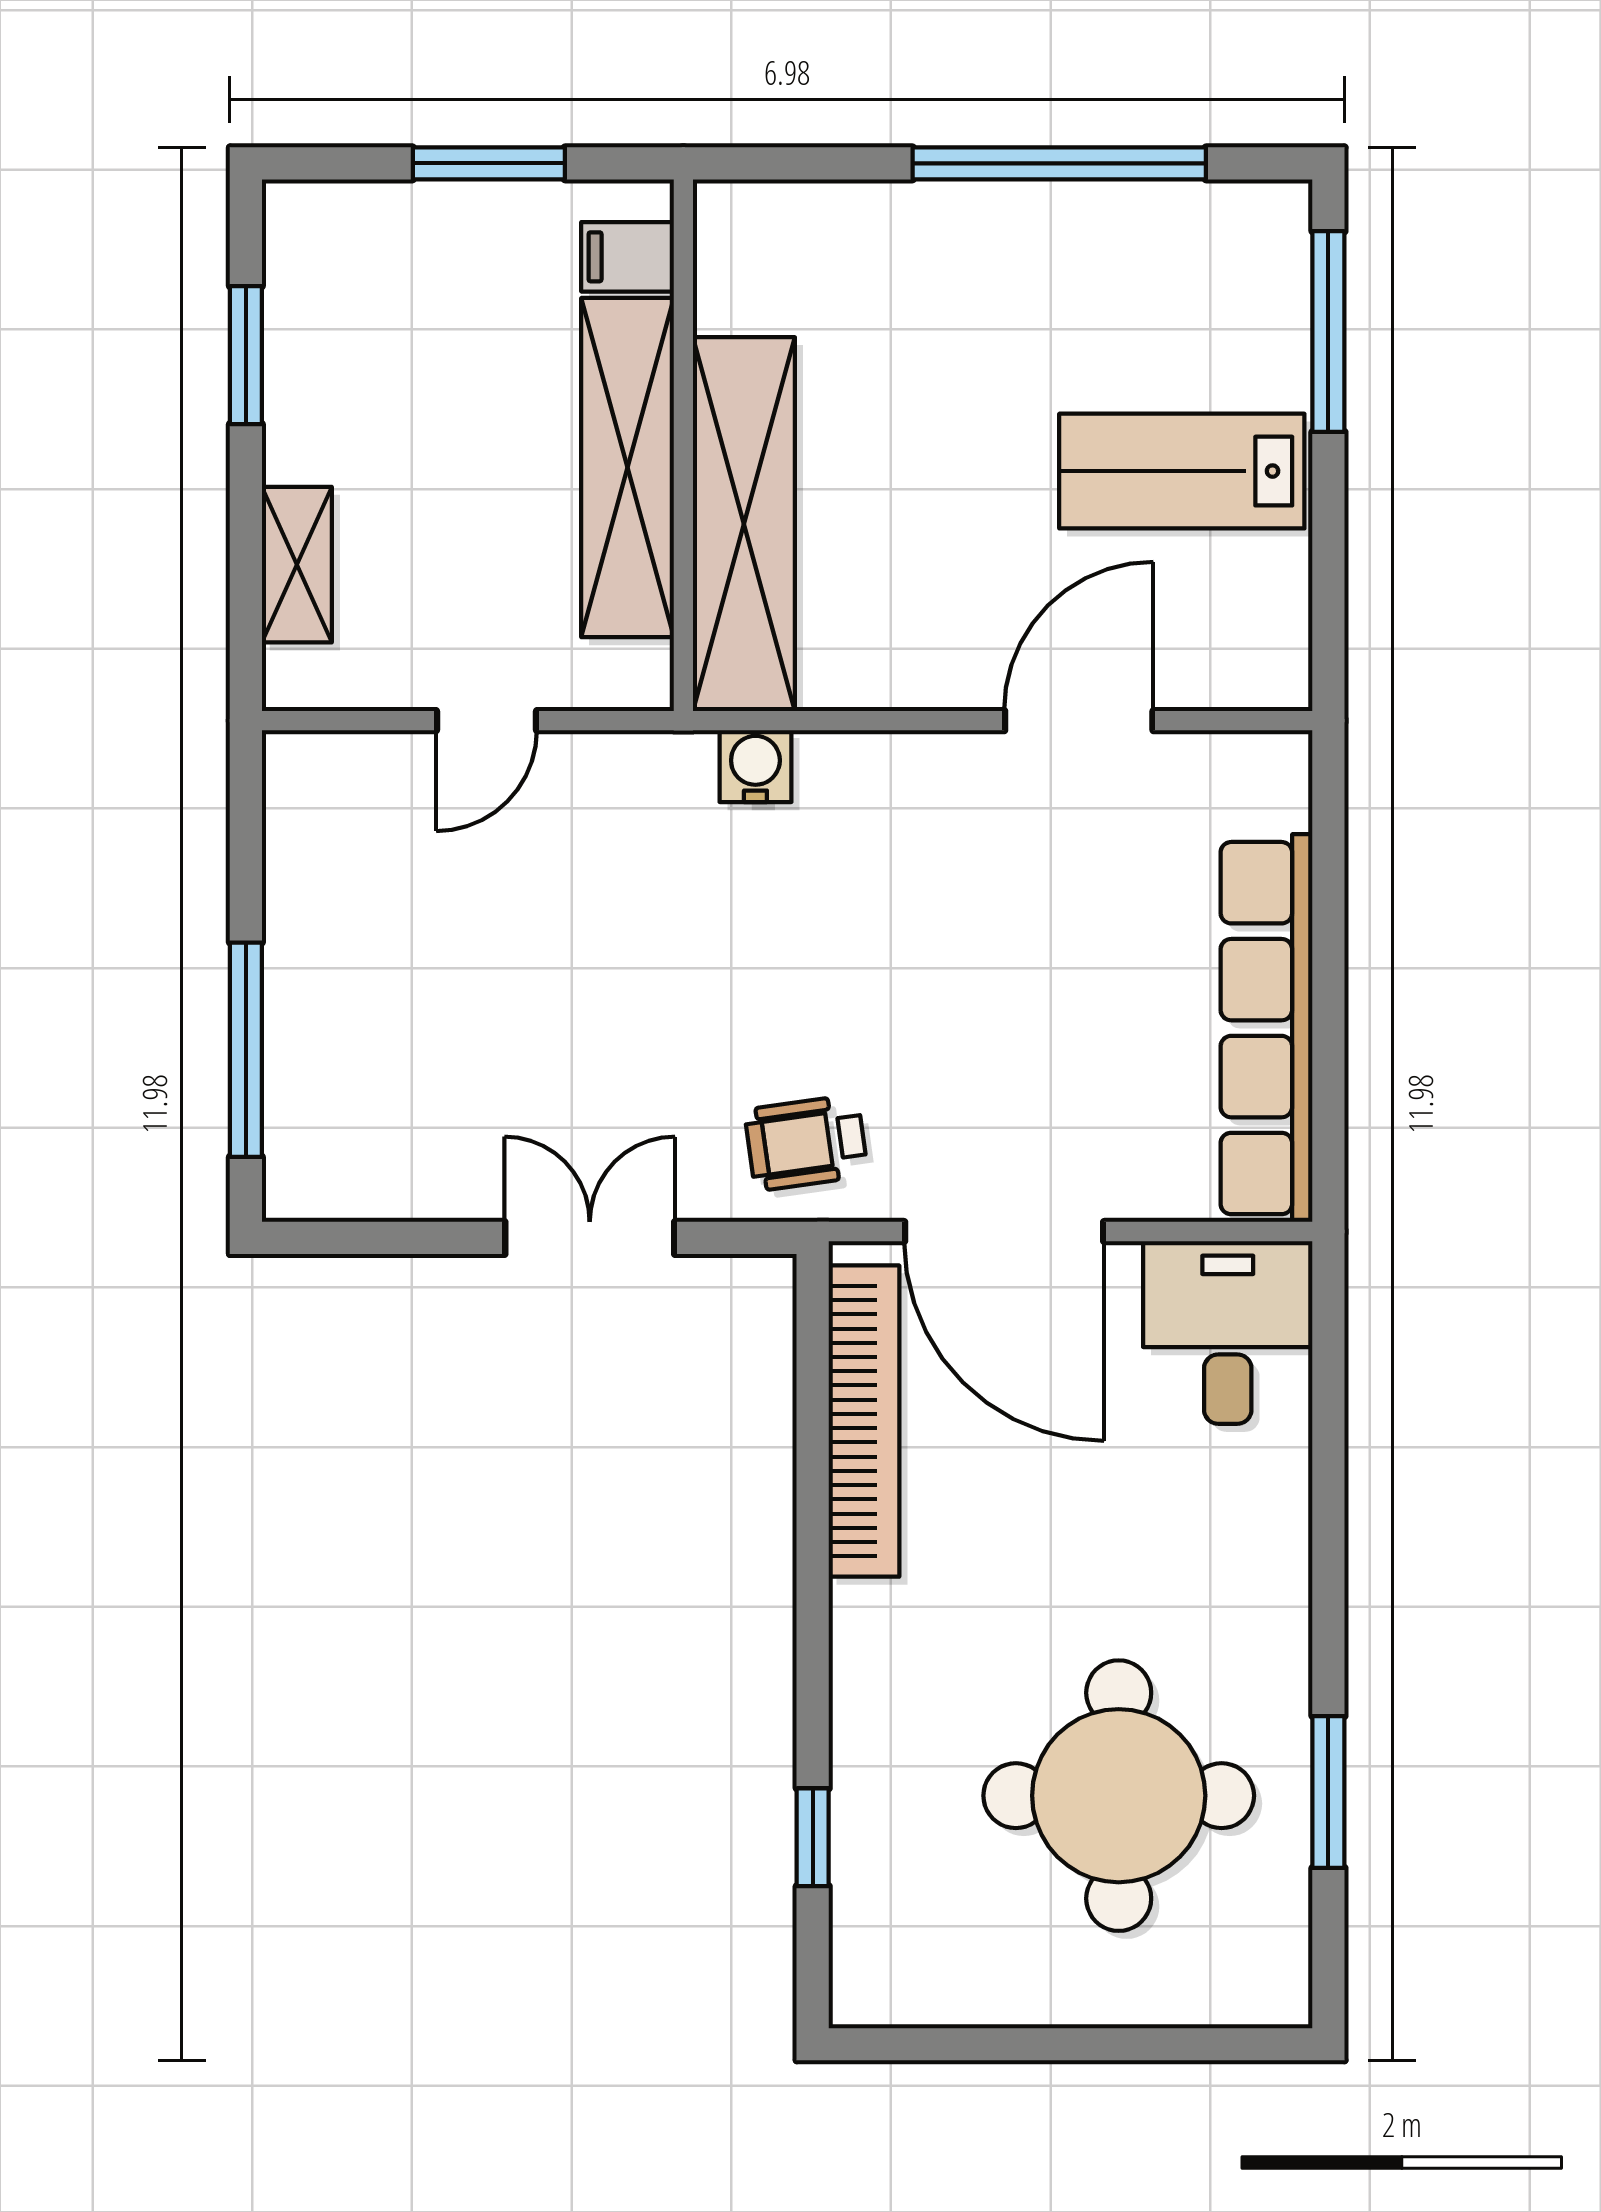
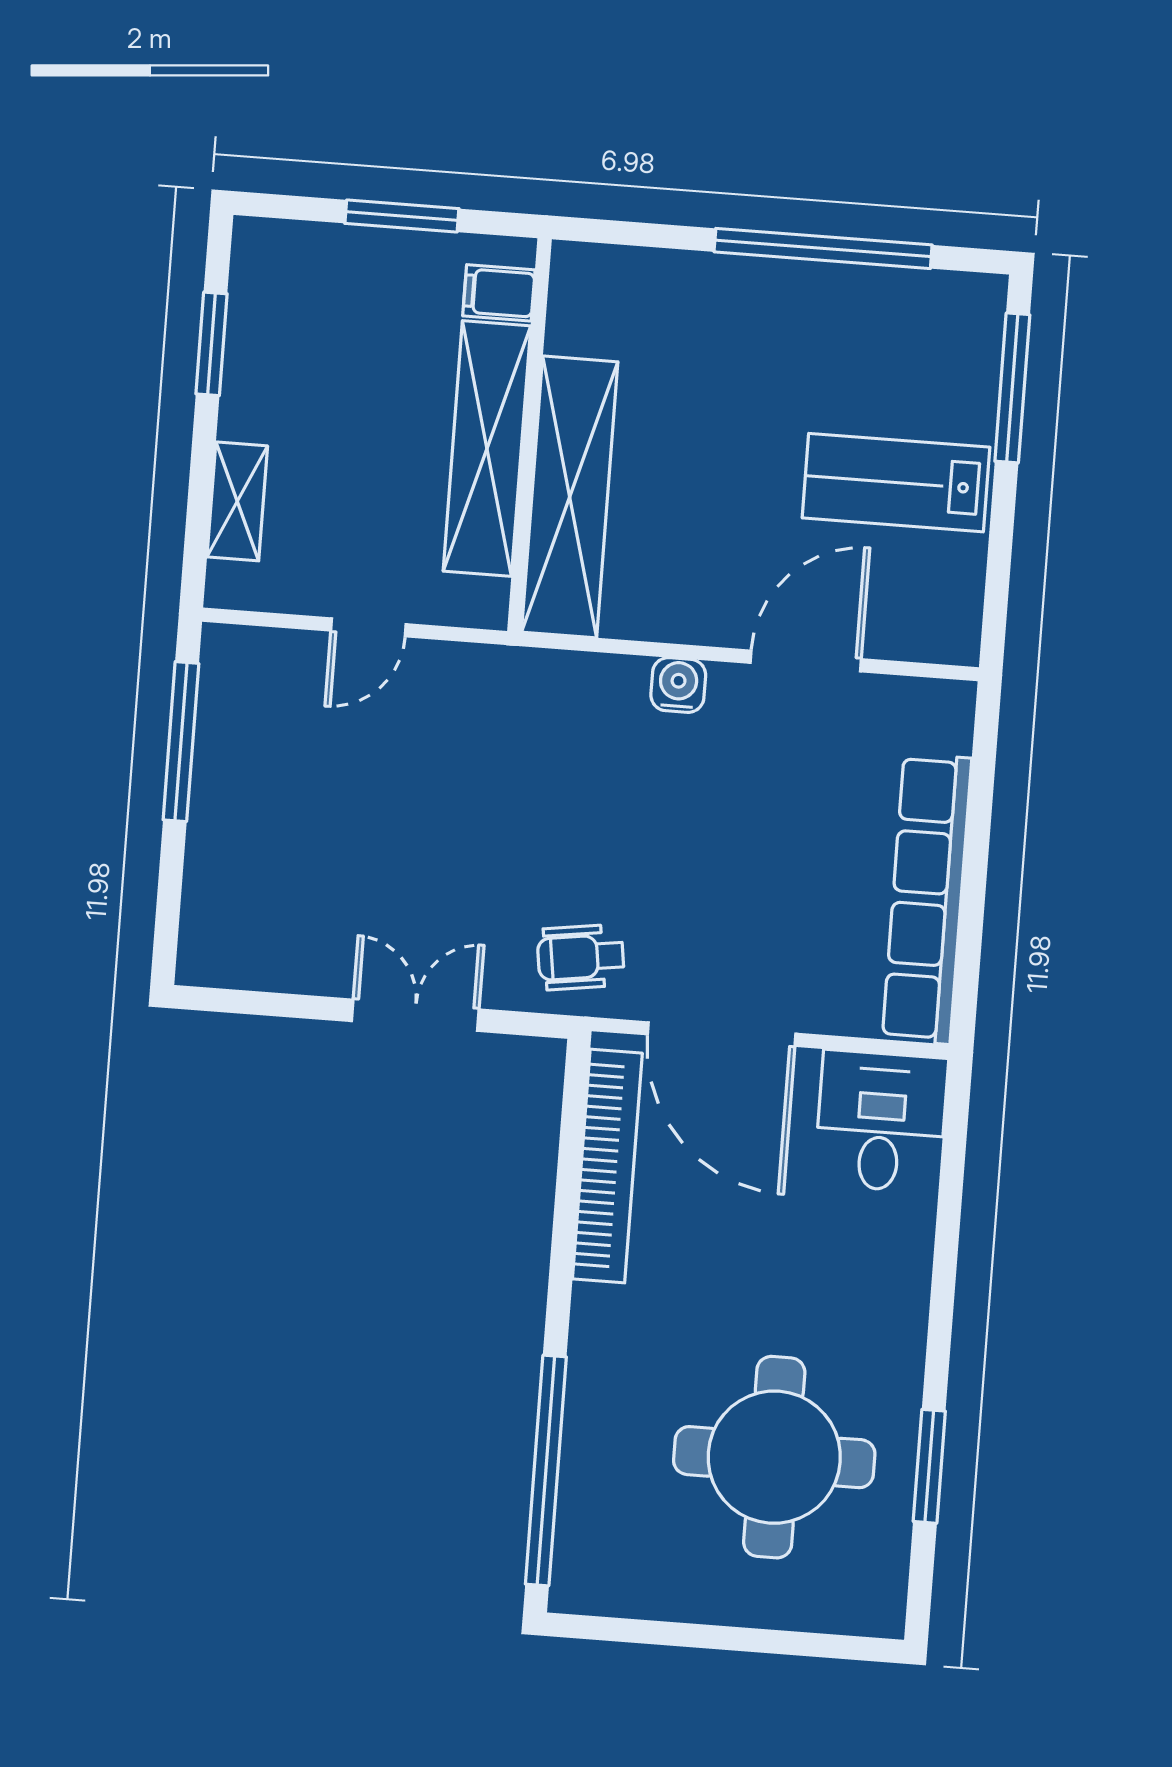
water cooler: (755, 766) -> (678, 685), moved
window: (246, 1050) -> (181, 742), moved
window: (813, 1837) -> (546, 1470), width x3.17

